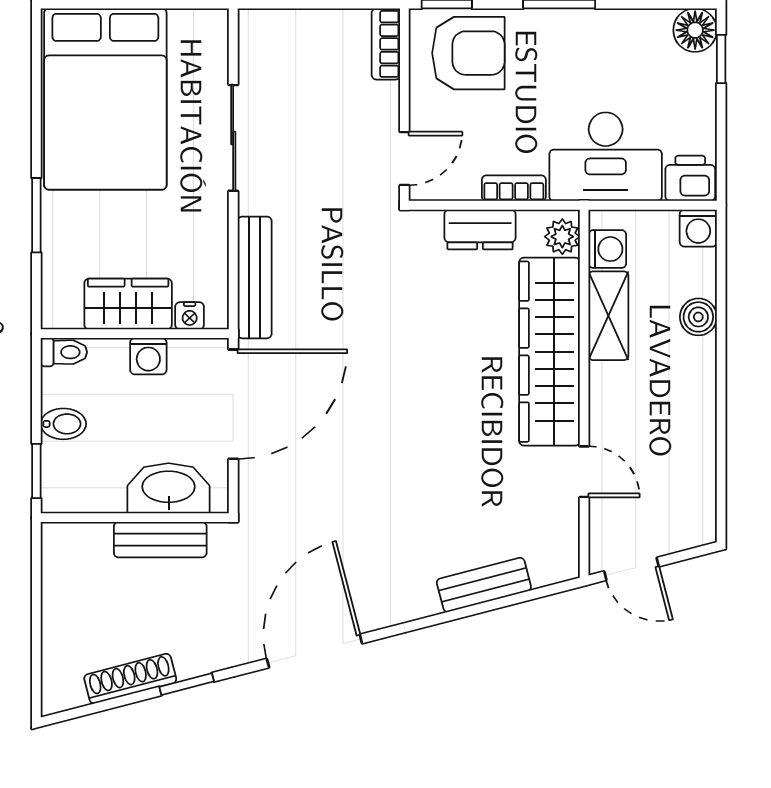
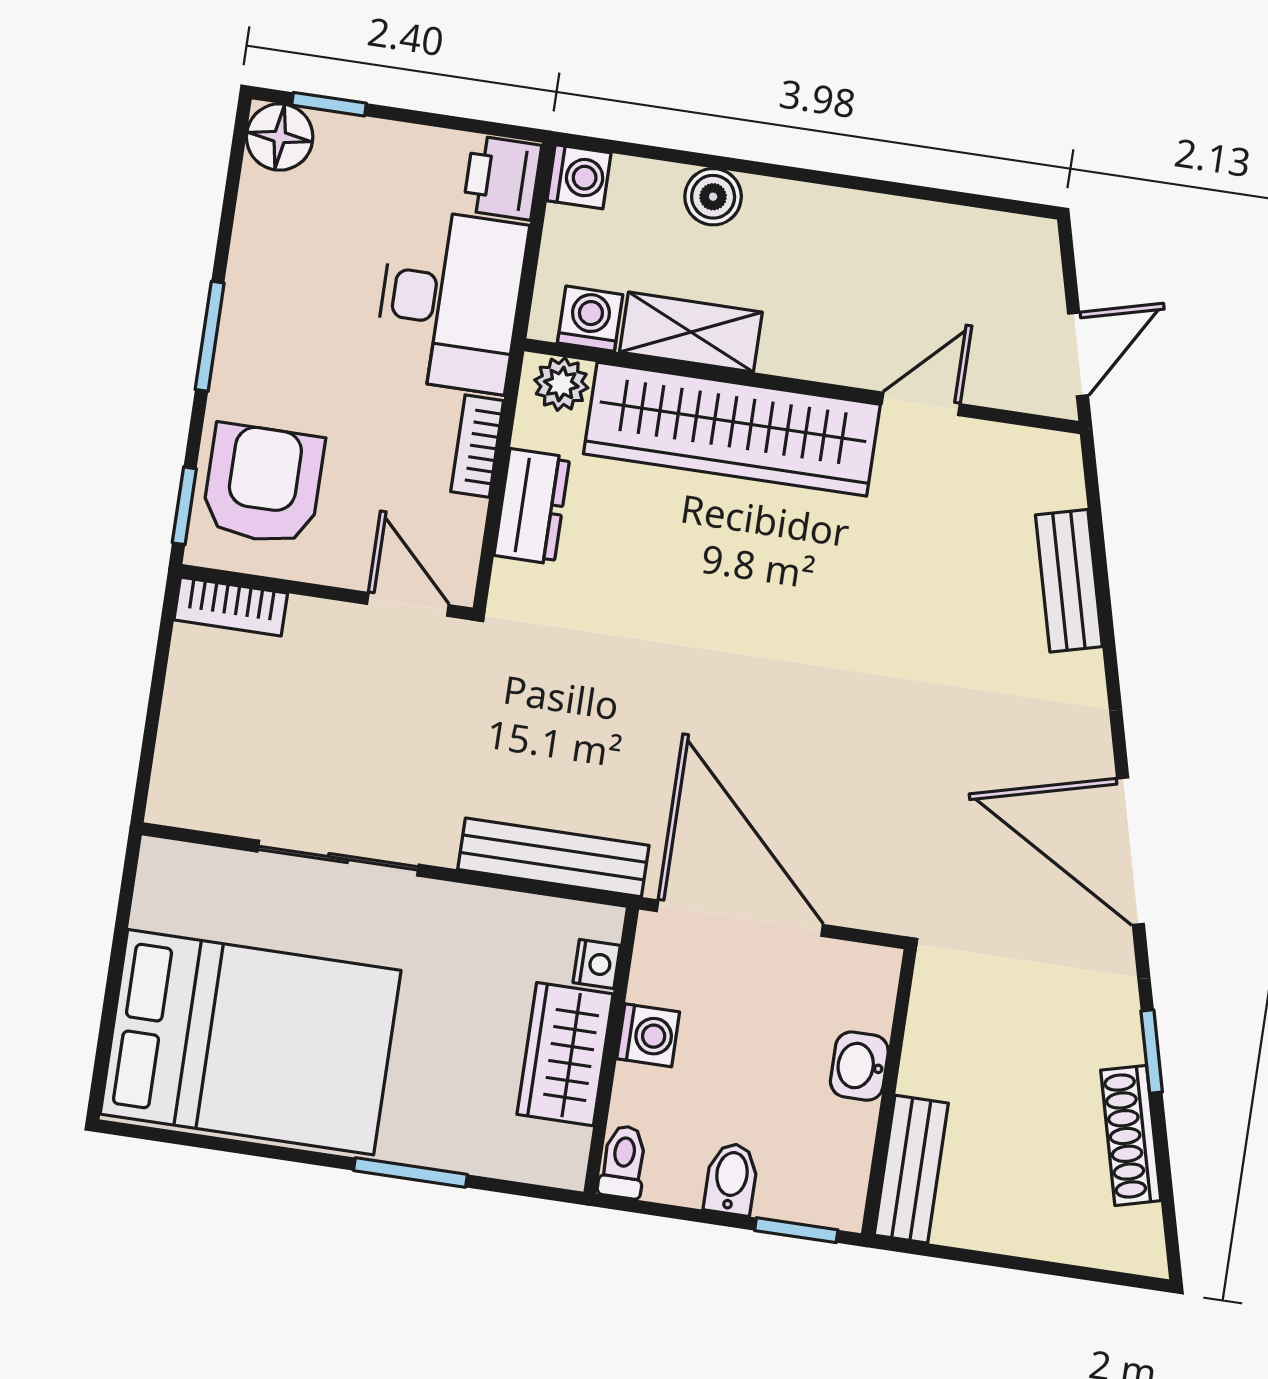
washbasin: (169, 488) -> (859, 1066), width x0.52, depth x0.69
bench: (160, 540) -> (911, 1169), moved

